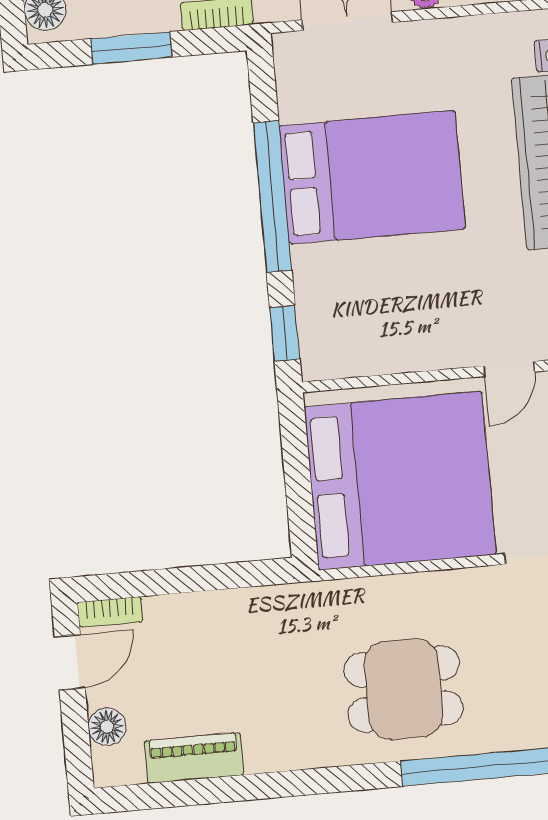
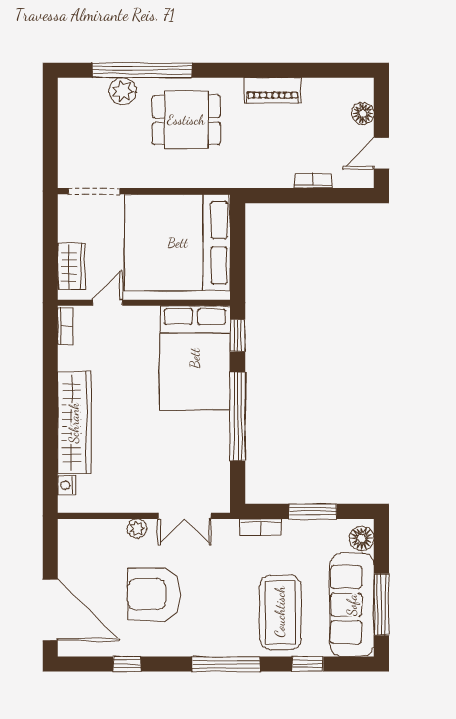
bed: (372, 177) -> (195, 358), moved, turned -90
bookcase: (110, 612) -> (313, 181), moved
plant: (515, 728) -> (123, 91), added
piano: (194, 758) -> (273, 90), moved

